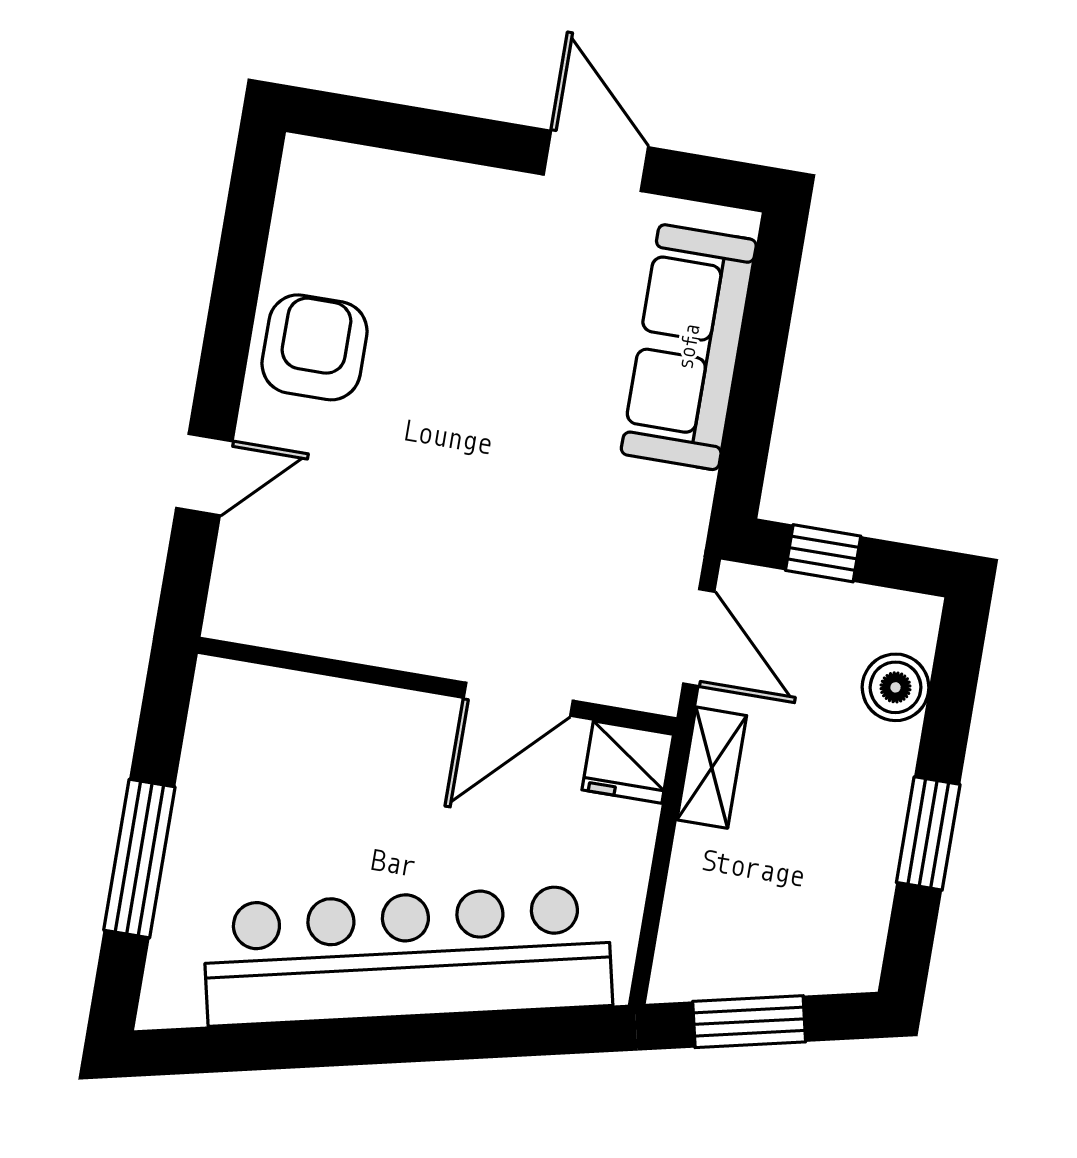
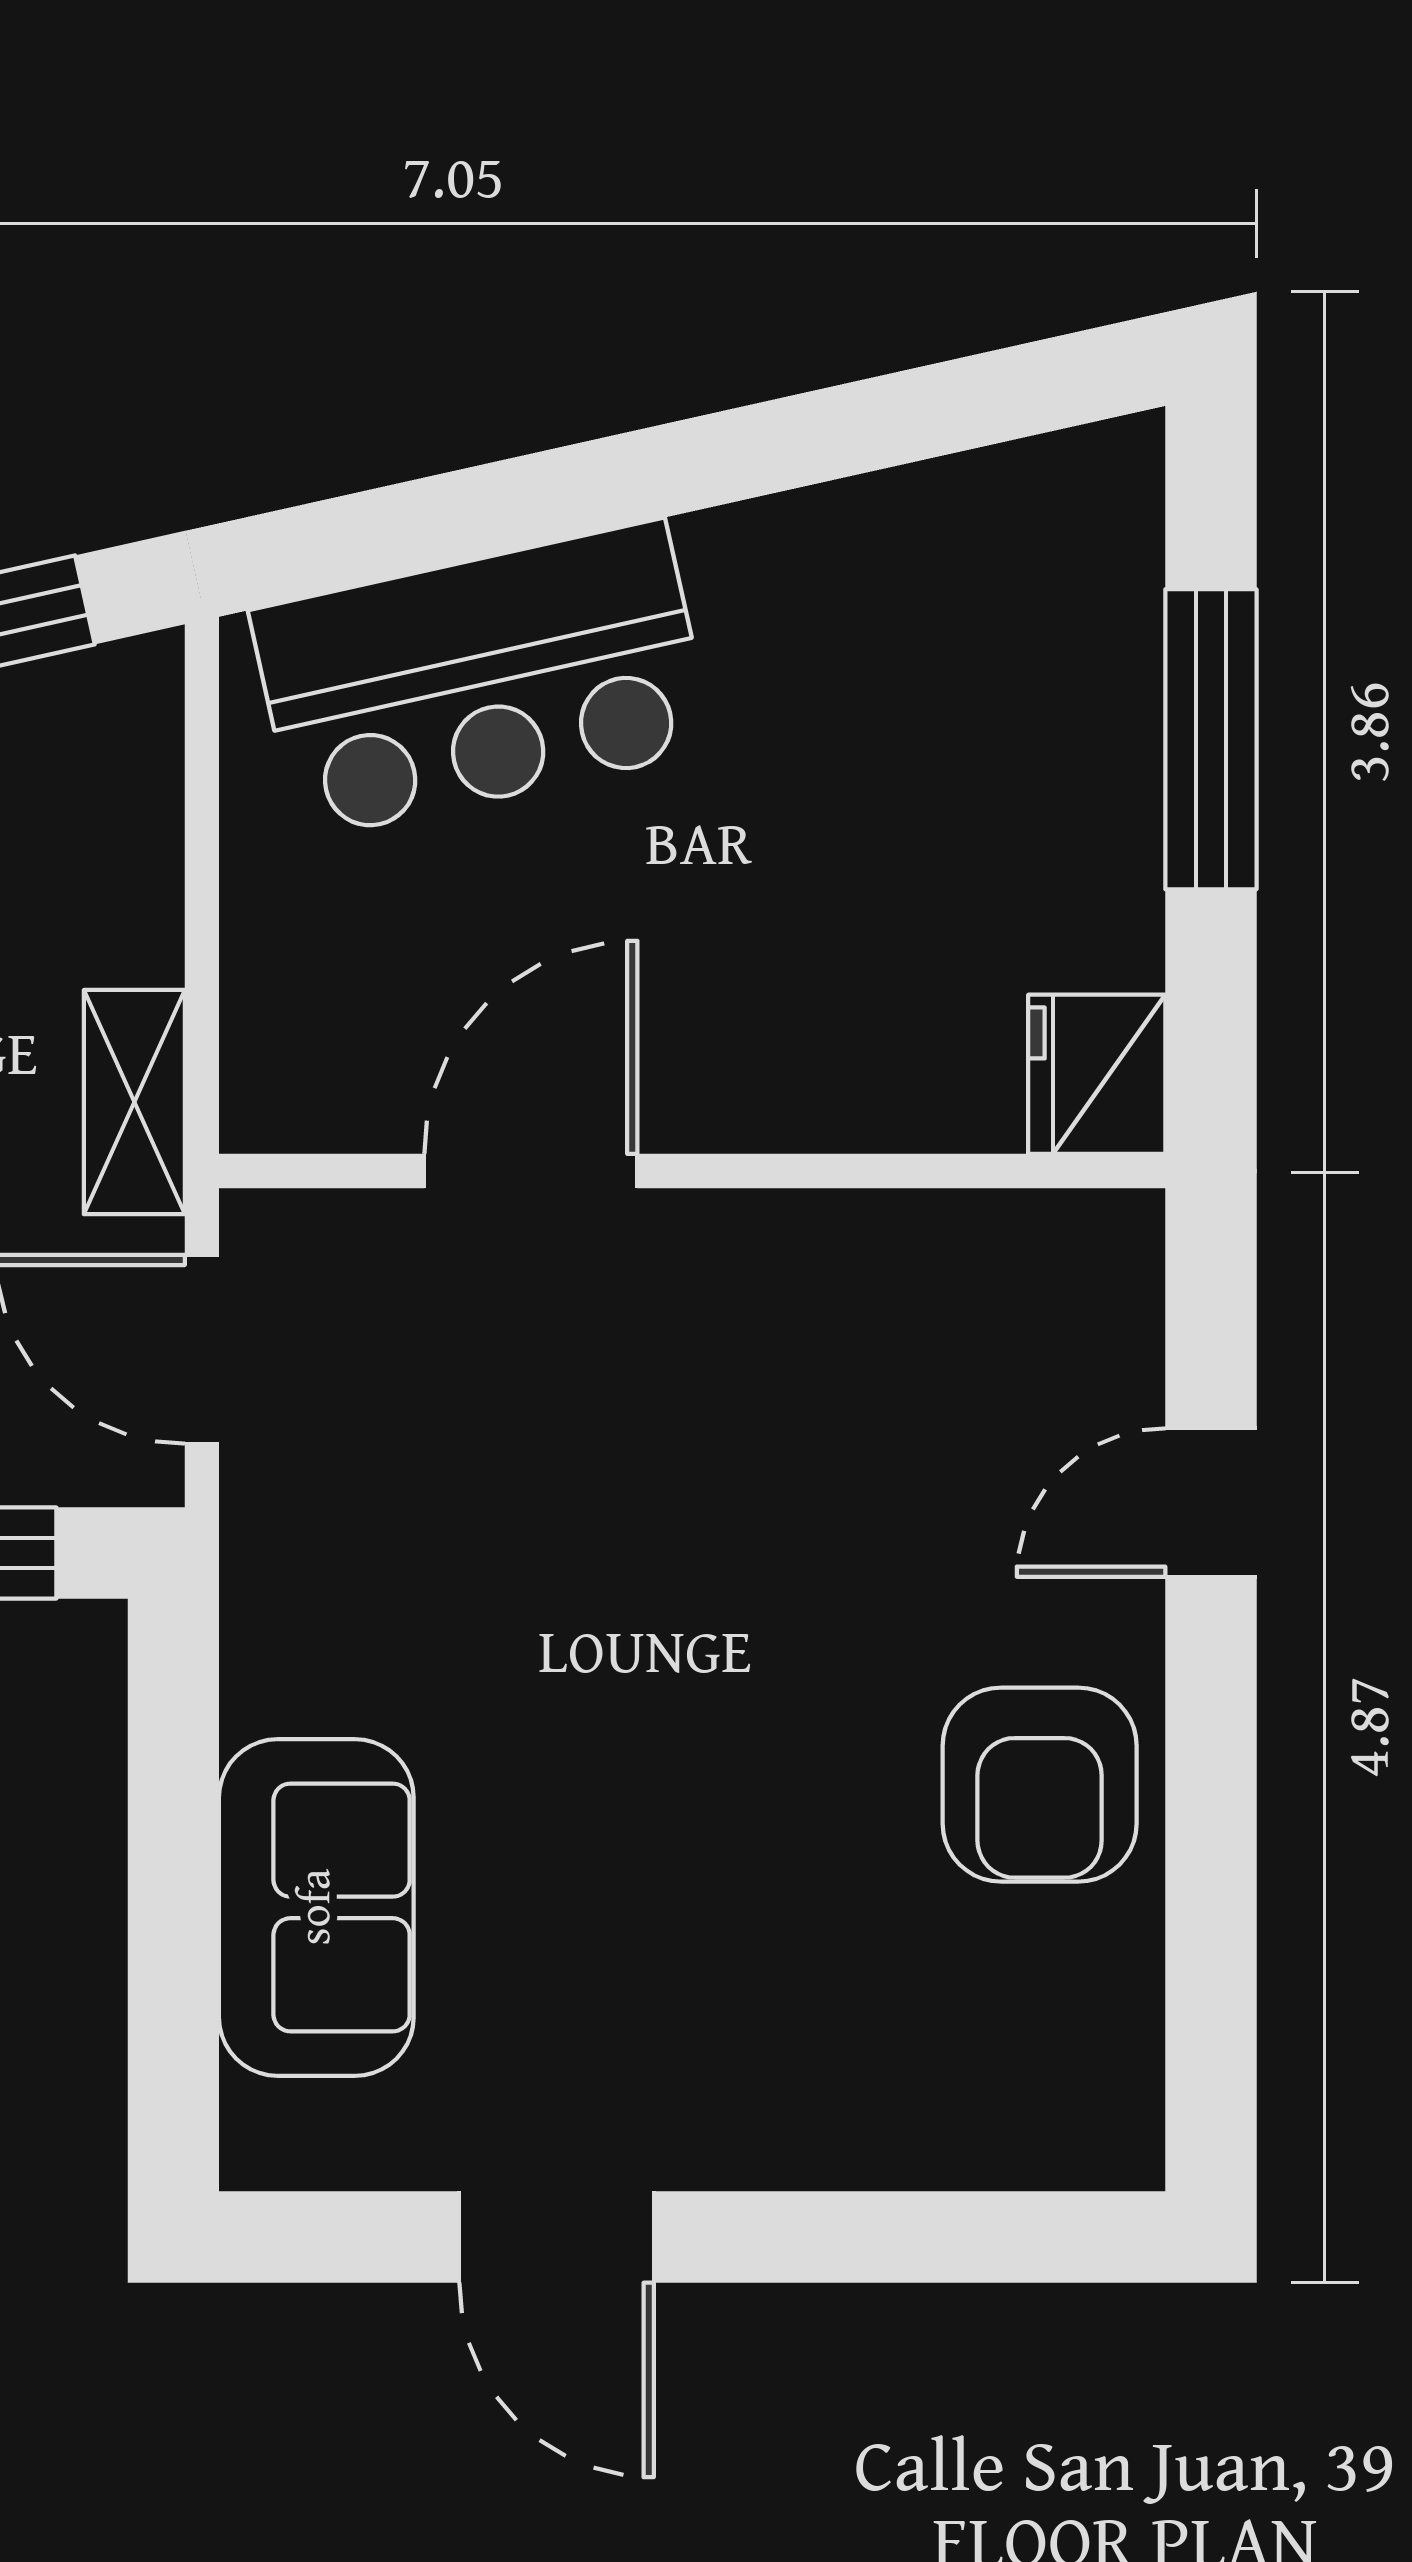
sofa: (689, 347) -> (316, 1907), width x0.73
fridge: (628, 762) -> (1097, 1074), moved, turned -90
bar counter: (407, 955) -> (482, 680), width x0.54

